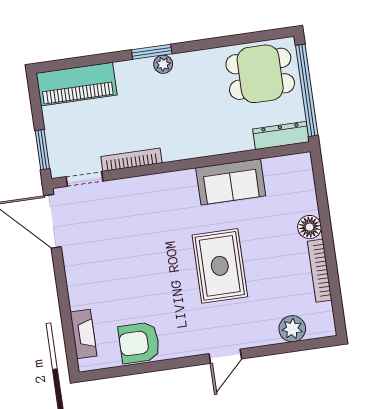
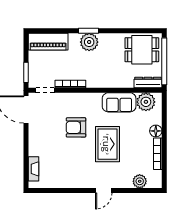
plant: (163, 64) -> (89, 42), width x1.88, depth x1.88
plant: (282, 173) -> (146, 102), added
armchair: (139, 343) -> (76, 127), moved

